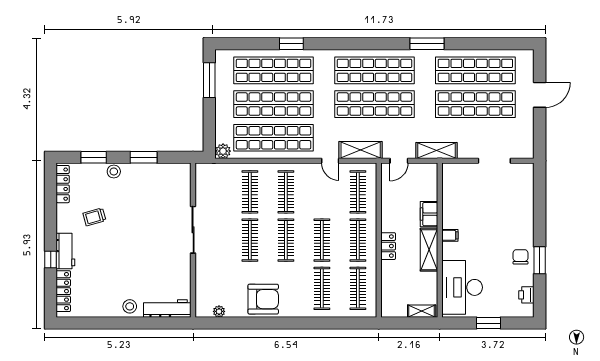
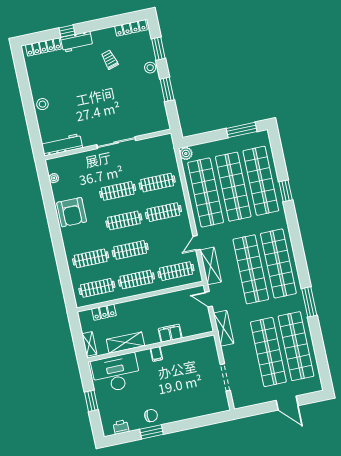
locker: (388, 246) -> (104, 312), moved
shelving: (429, 250) -> (125, 343), moved
workbench: (167, 309) -> (62, 145), moved, turned -90

